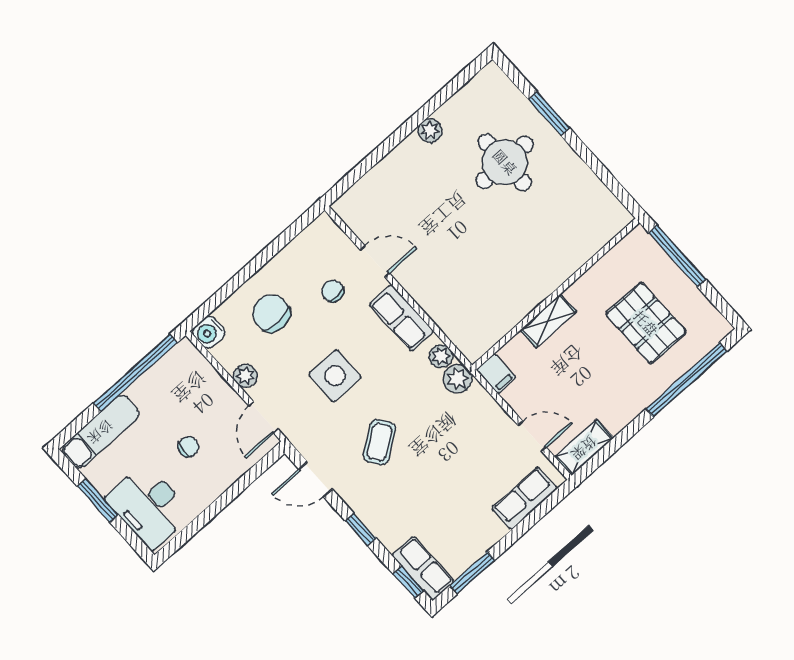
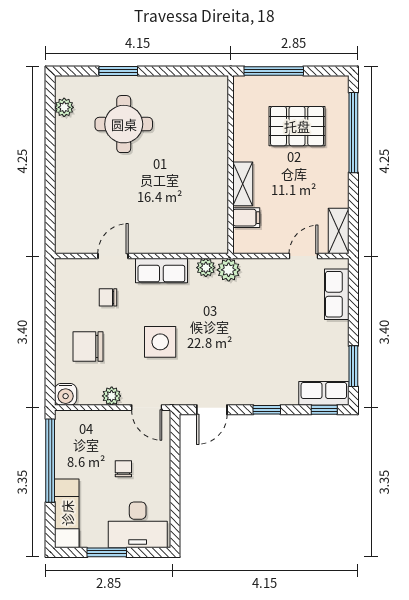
plant: (430, 131) -> (64, 107), moved
filing cabinet: (496, 374) -> (246, 218), moved
coffee table: (379, 442) -> (224, 351), removed

